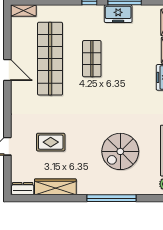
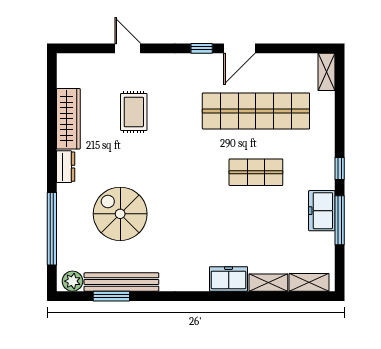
window: (7, 96) -> (202, 48), added
dresser: (23, 189) -> (66, 167), moved
window: (111, 198) -> (52, 229), moved

